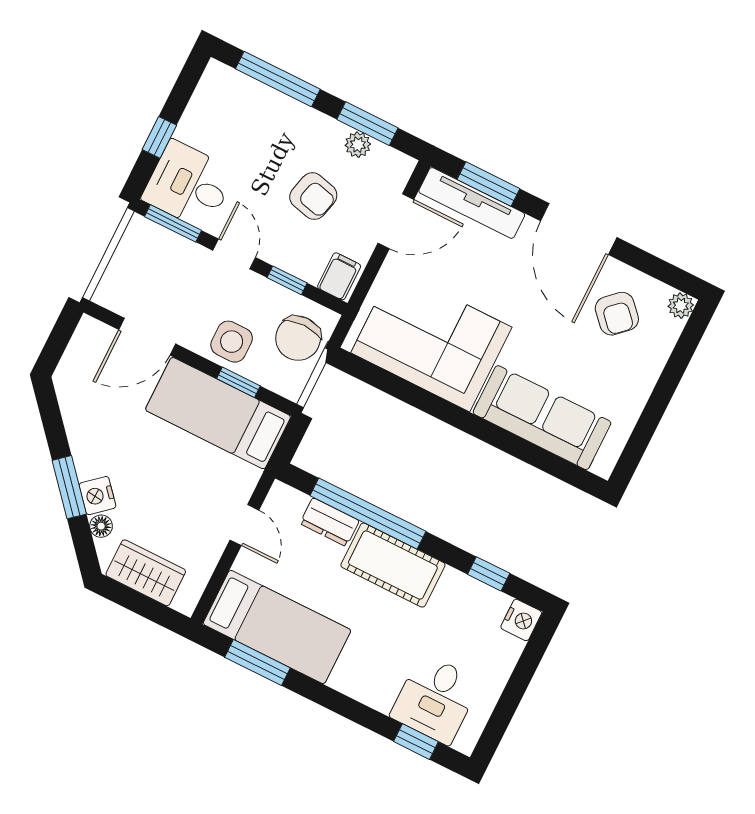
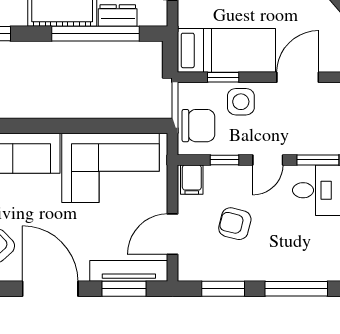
plant: (358, 145) -> (222, 272), removed
door: (234, 254) -> (268, 160), hinge flipped
chair: (298, 338) -> (198, 126), turned 90

